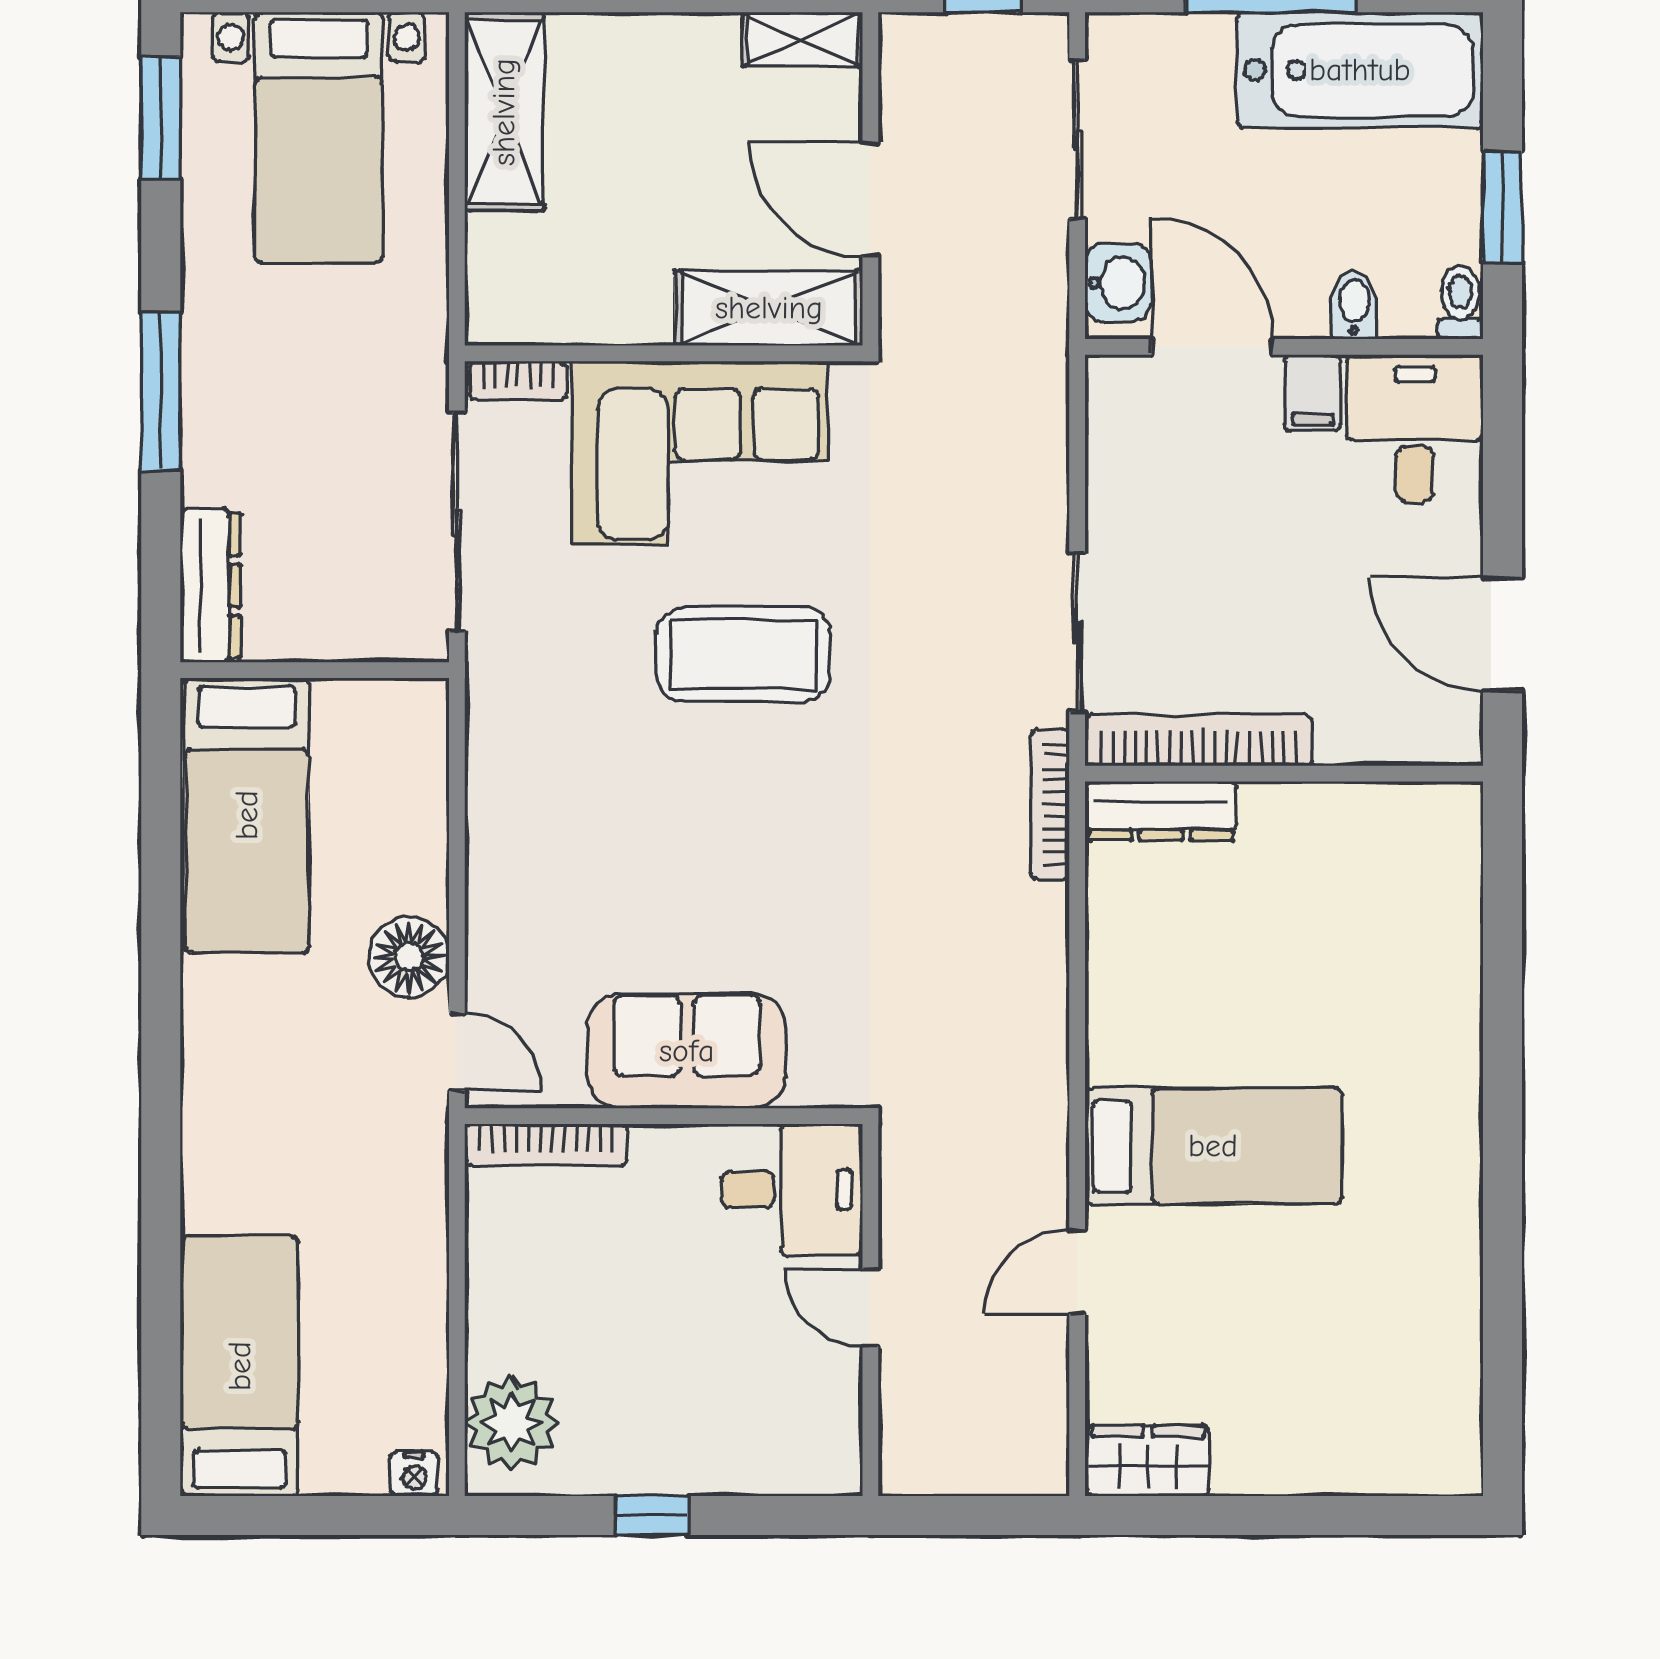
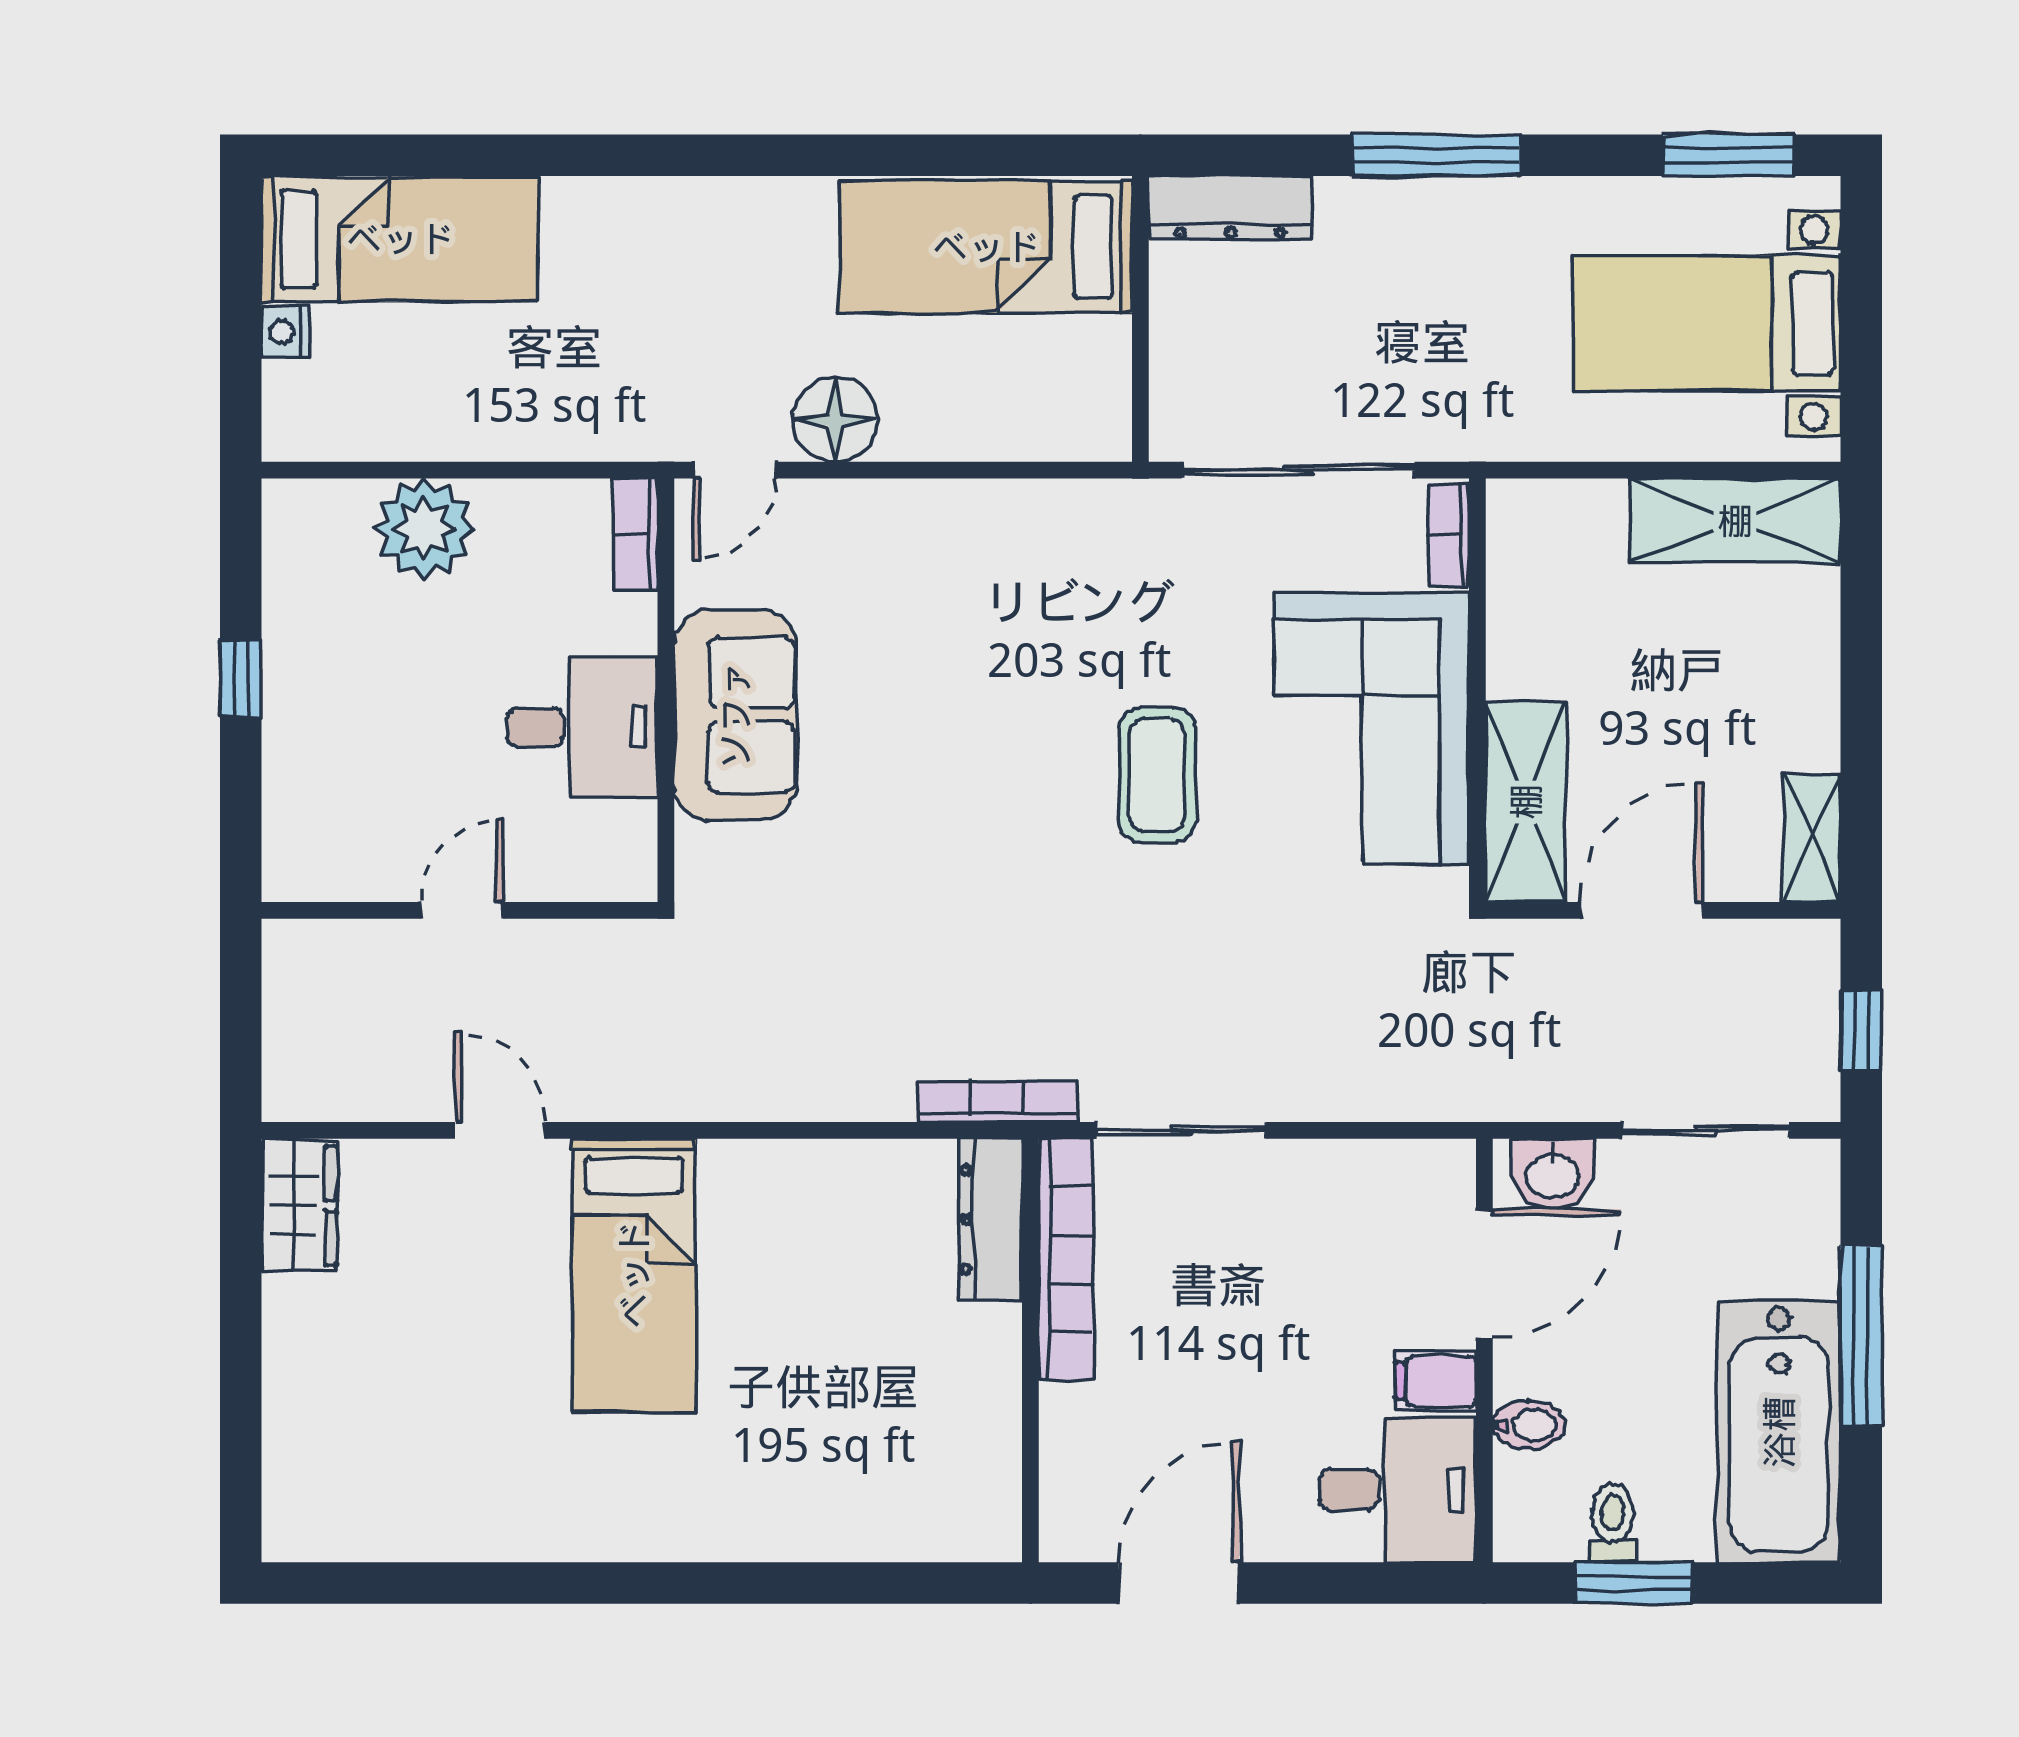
toilet: (1460, 302) -> (1612, 1523), moved, turned -90
coffee table: (743, 654) -> (1157, 775), width x0.73, depth x0.76
bookcase: (546, 1145) -> (635, 534), width x0.64
desk: (792, 1190) -> (582, 727), moved, turned -90
plant: (512, 1422) -> (424, 529), moved
nightstand: (414, 1474) -> (285, 332), moved

